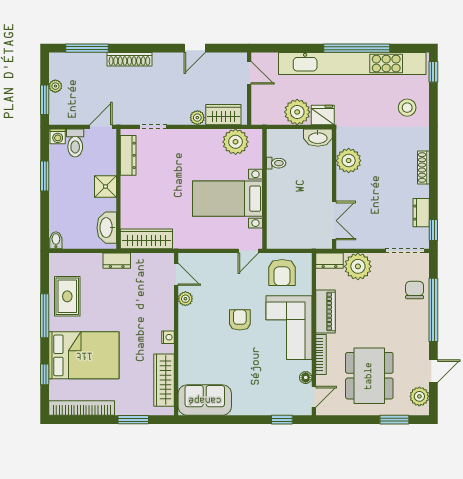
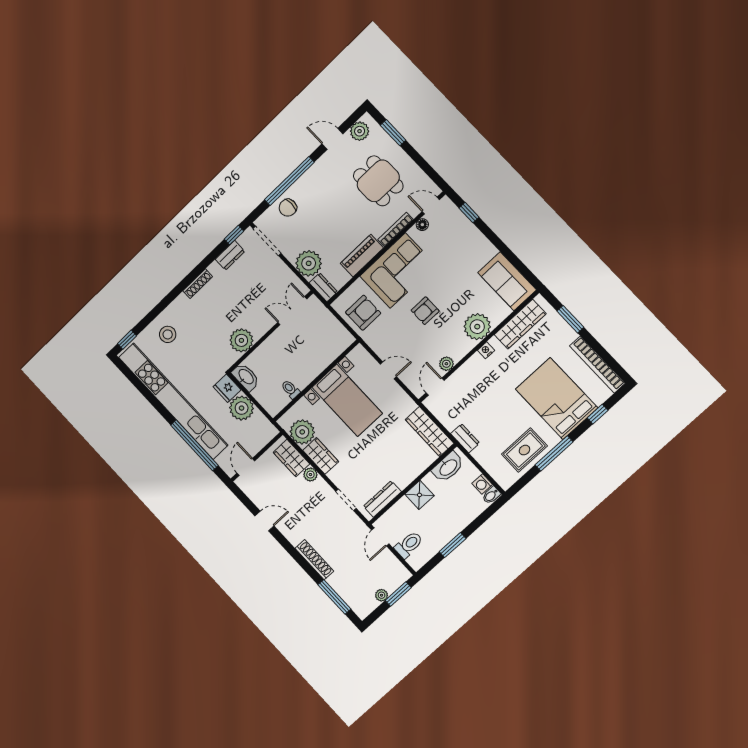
window: (357, 48) -> (194, 445), moved
door: (101, 127) -> (380, 537), hinge flipped
washing machine: (58, 136) -> (482, 484), moved, turned 180
wardrobe: (204, 139) -> (321, 456), added
door: (248, 251) -> (388, 370), moved
plant: (192, 347) -> (477, 327), added
dining table: (369, 376) -> (378, 181), width x0.73

